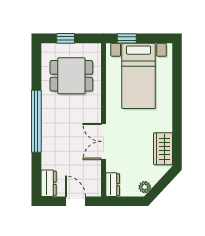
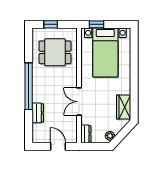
dresser: (49, 183) -> (38, 113), moved

